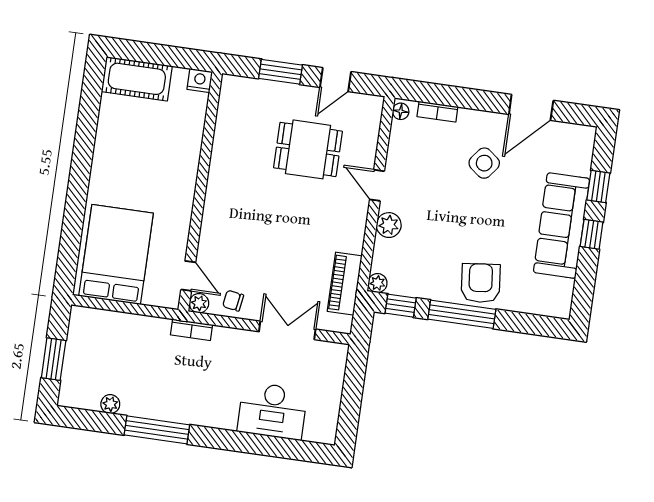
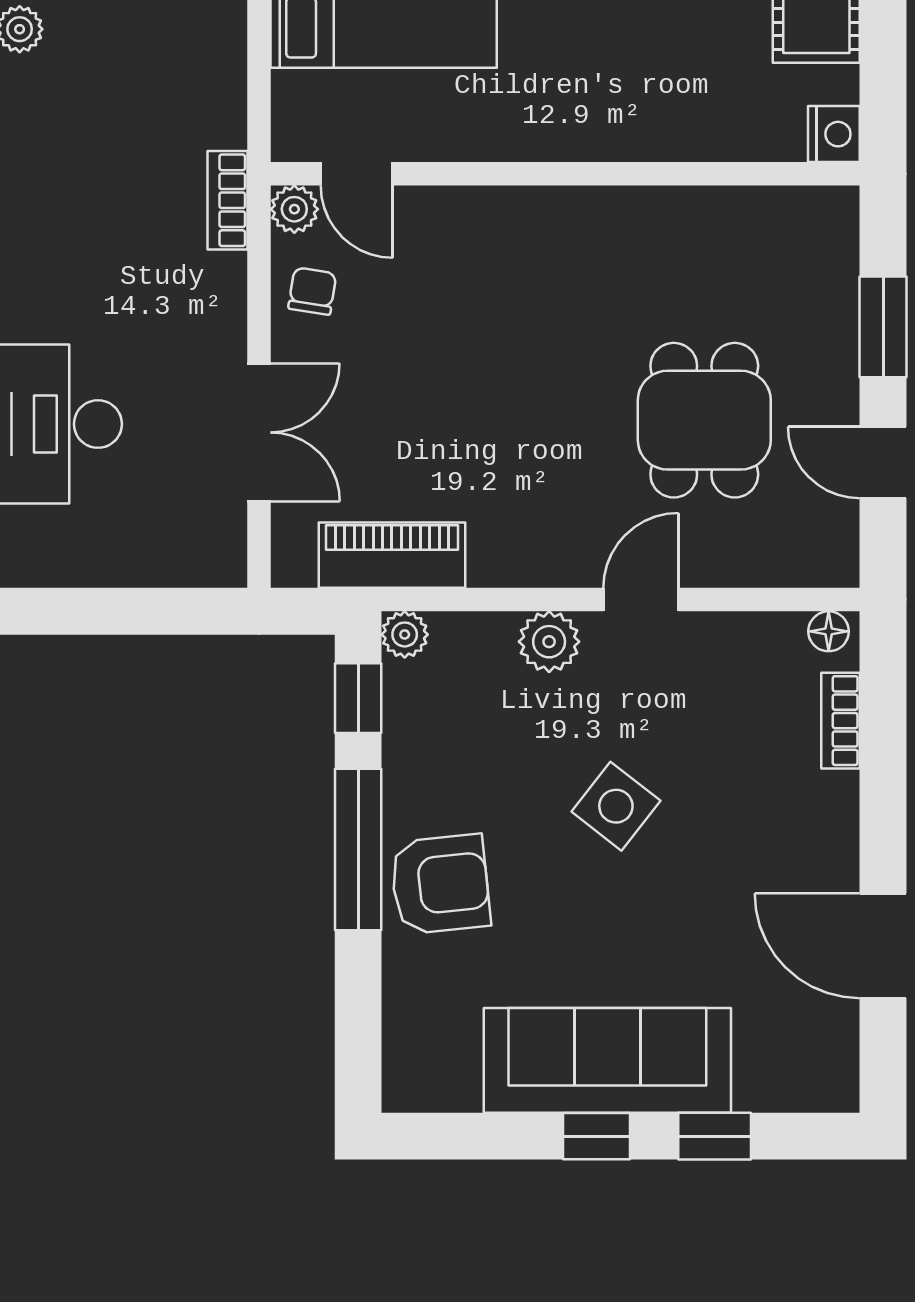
side table: (484, 163) -> (616, 806), moved
door: (188, 276) -> (357, 174), hinge flipped

